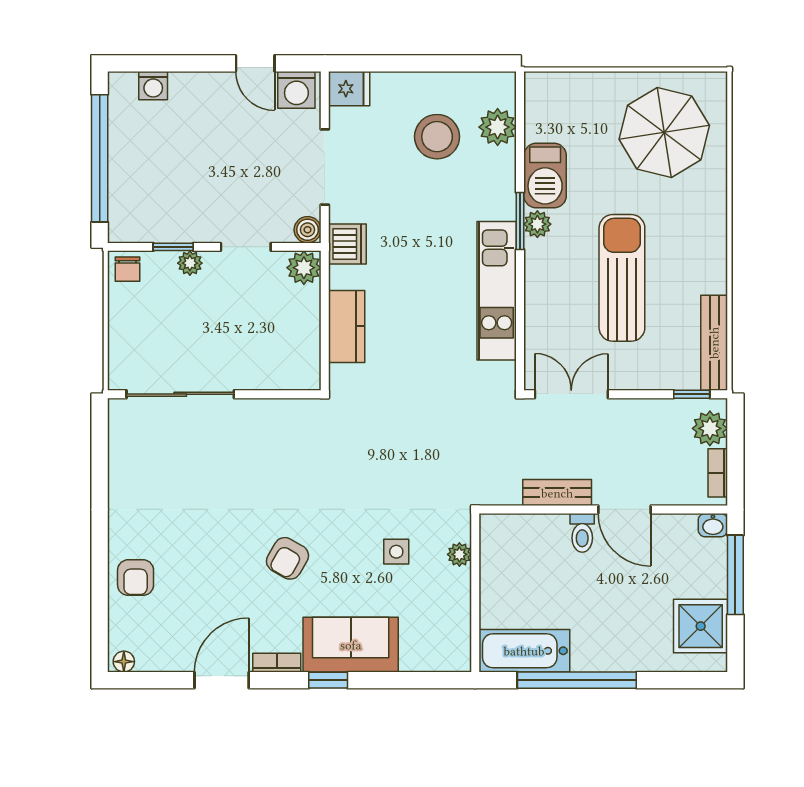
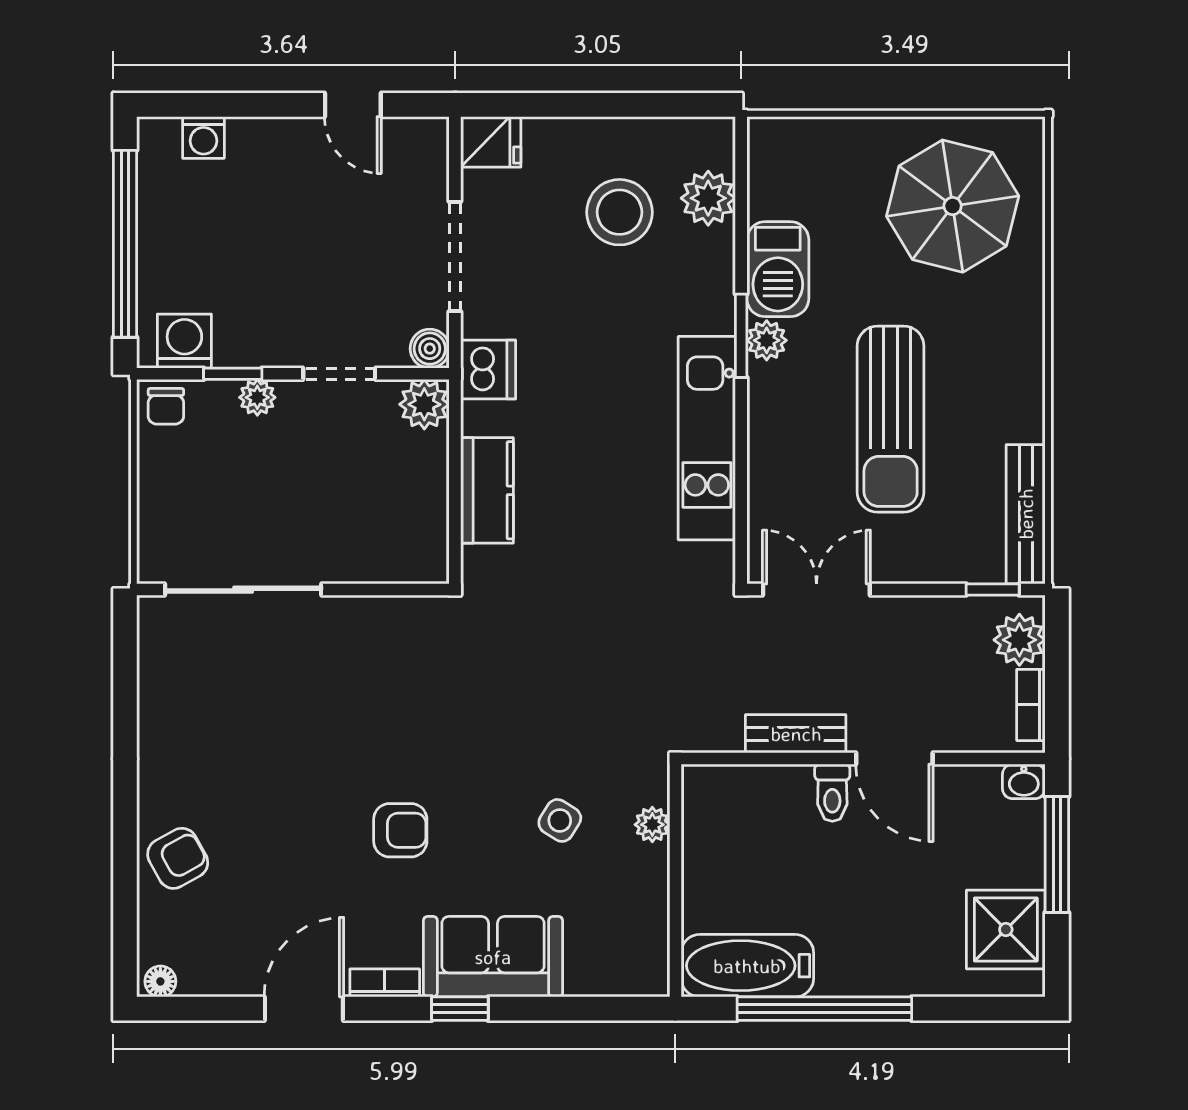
washing machine: (296, 90) -> (184, 341), moved, turned 180
sun lounger: (622, 278) -> (891, 419), turned 180
side table: (396, 552) -> (560, 820), turned 32
armchair: (287, 558) -> (400, 830), turned -120
armchair: (136, 578) -> (178, 858), turned -119

